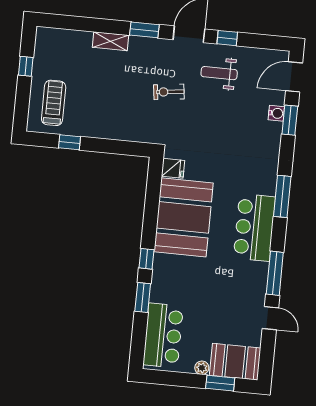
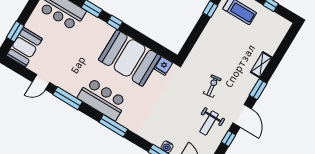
weight bench: (219, 73) -> (209, 123), turned 180
plant: (202, 368) -> (30, 25), removed

